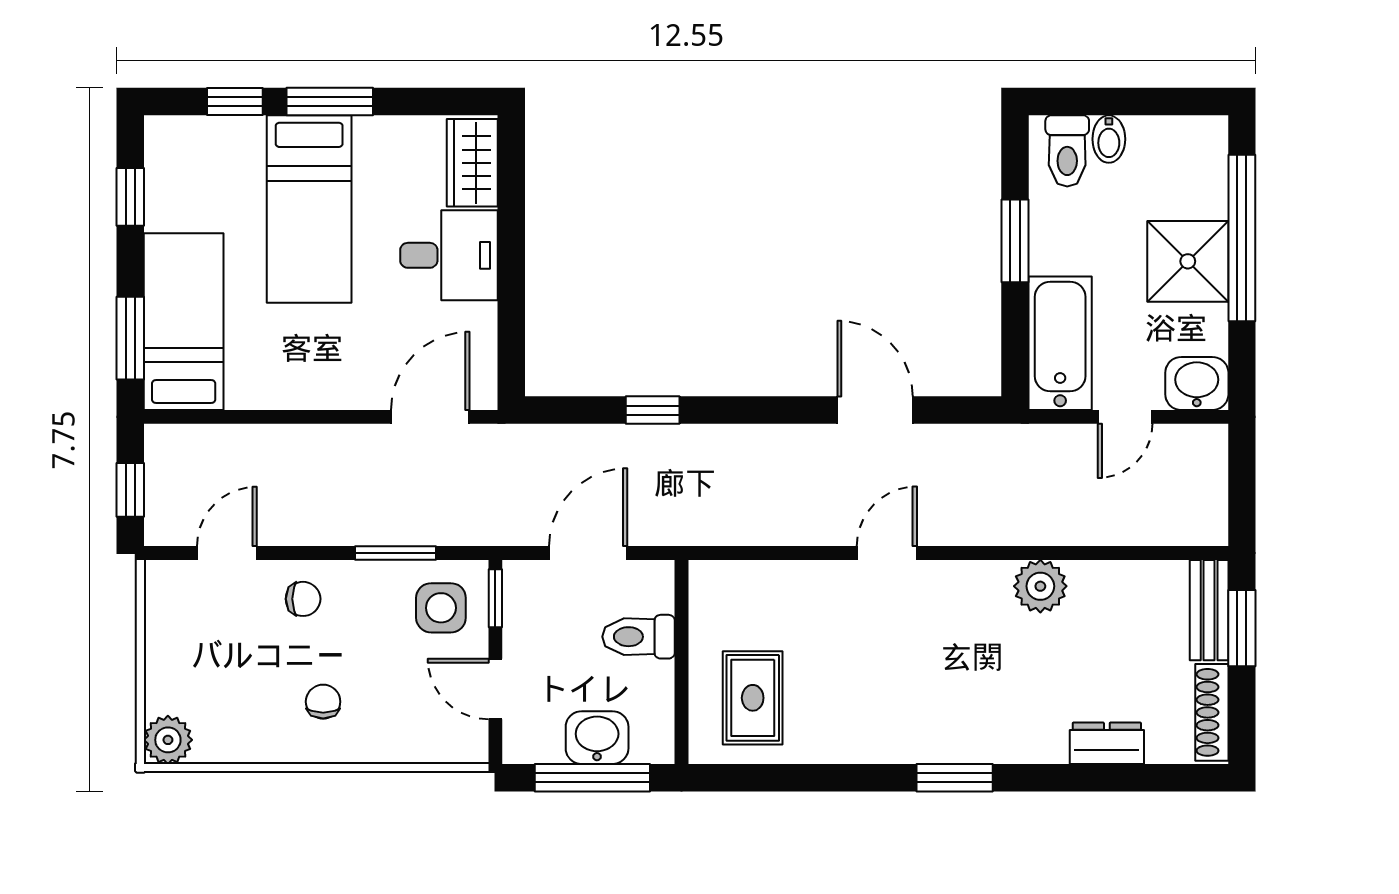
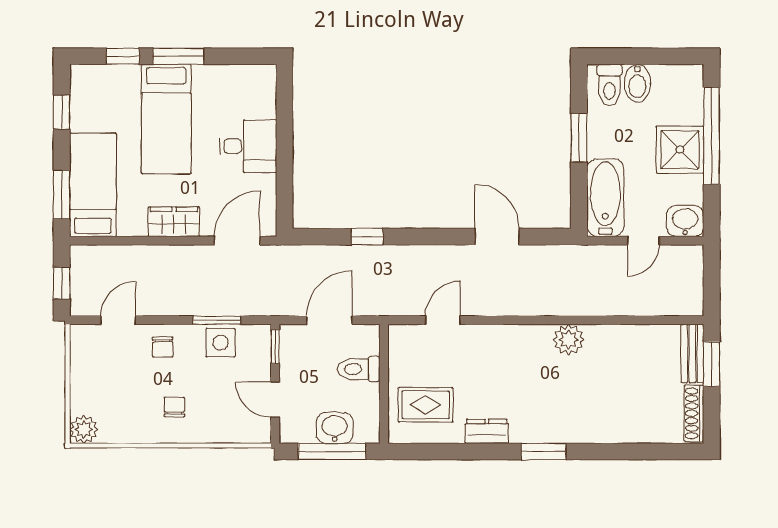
bidet: (1109, 139) -> (637, 83), width x1.38, depth x1.36
wardrobe: (472, 163) -> (174, 222), moved, turned 90
door: (887, 553) -> (443, 320), moved
plant: (1040, 586) -> (569, 340), moved
chair: (303, 599) -> (163, 347), turned 89
side table: (441, 608) -> (220, 343), moved
rug: (753, 698) -> (426, 405), turned 90
dresser: (1107, 743) -> (487, 431), moved

